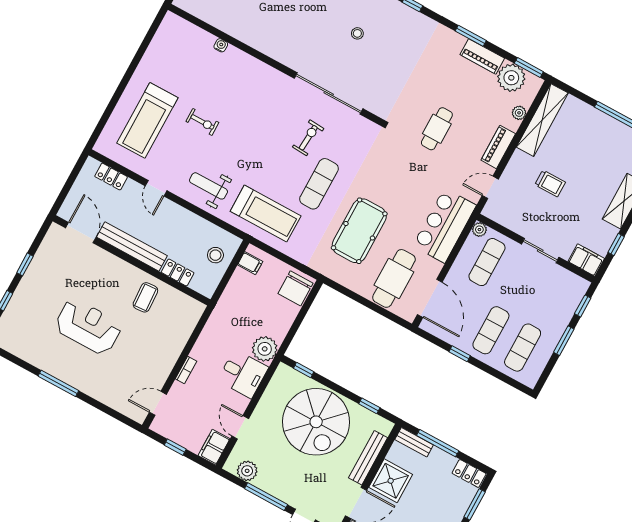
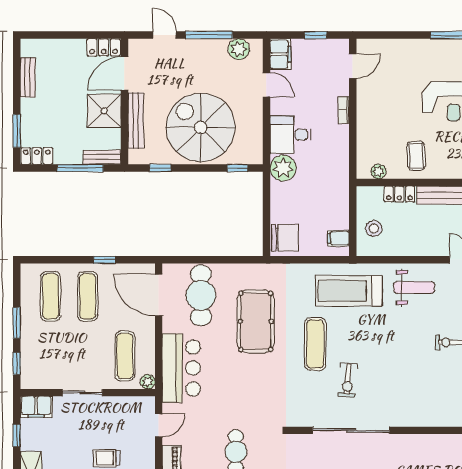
chair: (295, 288) -> (285, 238), turned 90
plant: (185, 301) -> (379, 172), added

